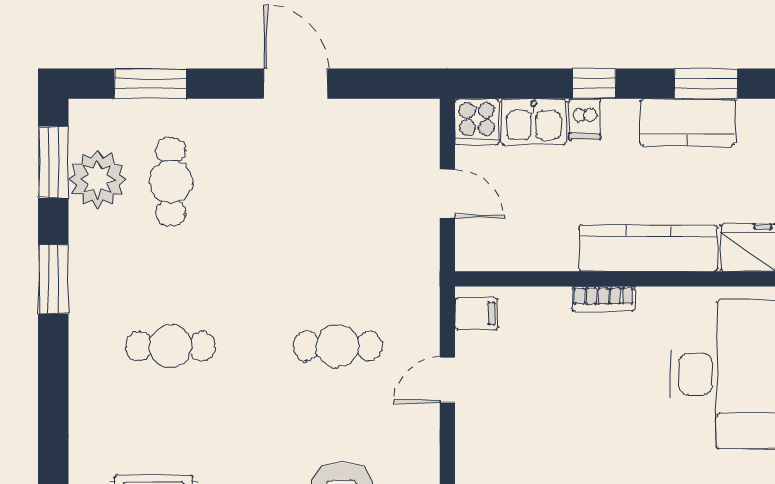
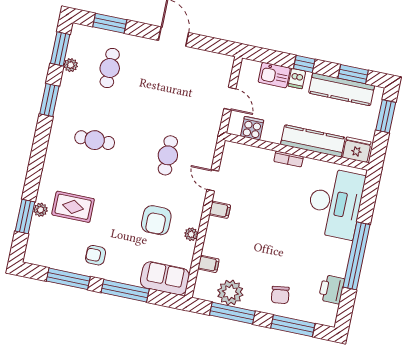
cooker: (477, 122) -> (252, 128), moved, turned 180
kitchen counter: (687, 122) -> (342, 89), width x1.50
plant: (97, 179) -> (71, 65), width x0.53, depth x0.53
filing cabinet: (476, 314) -> (220, 210), moved
cafe table: (338, 346) -> (168, 155), turned 90
door: (447, 380) -> (213, 180), hinge flipped

